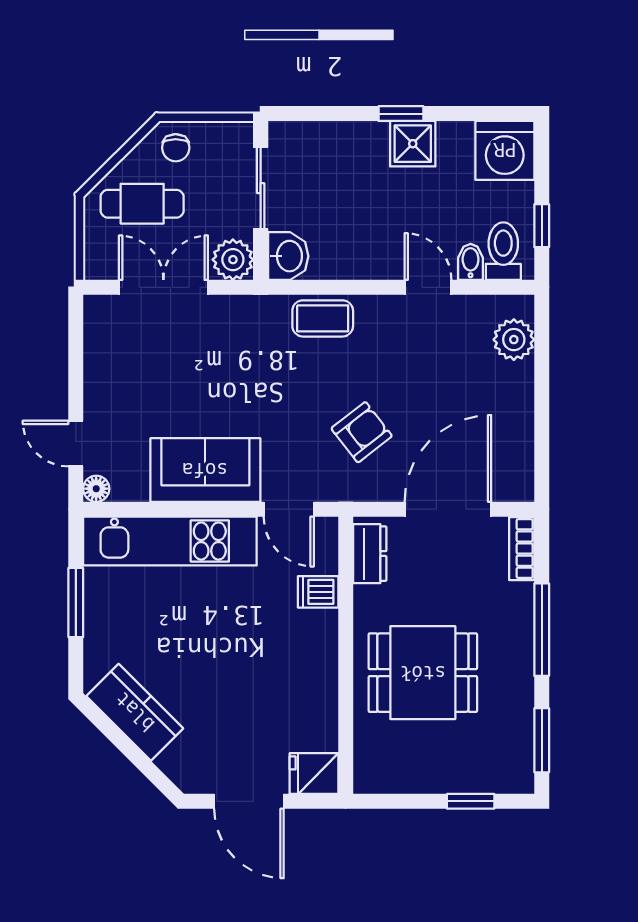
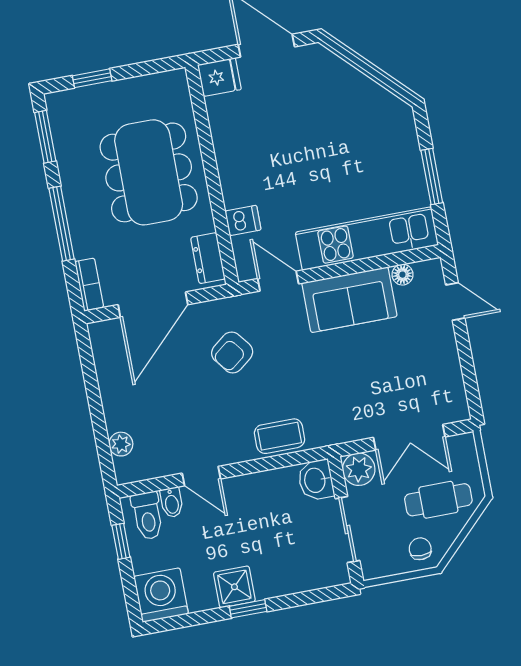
plant: (514, 340) -> (121, 444), width x0.73, depth x0.73
floor lamp: (96, 489) -> (402, 275), moved
dining table: (423, 673) -> (149, 172), width x1.38
kitchen counter: (135, 712) -> (369, 99), removed

